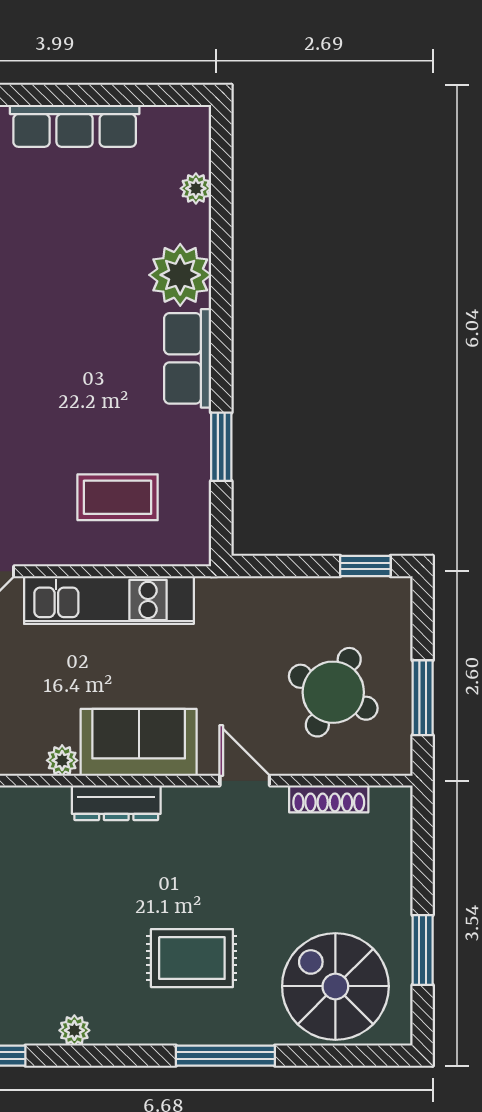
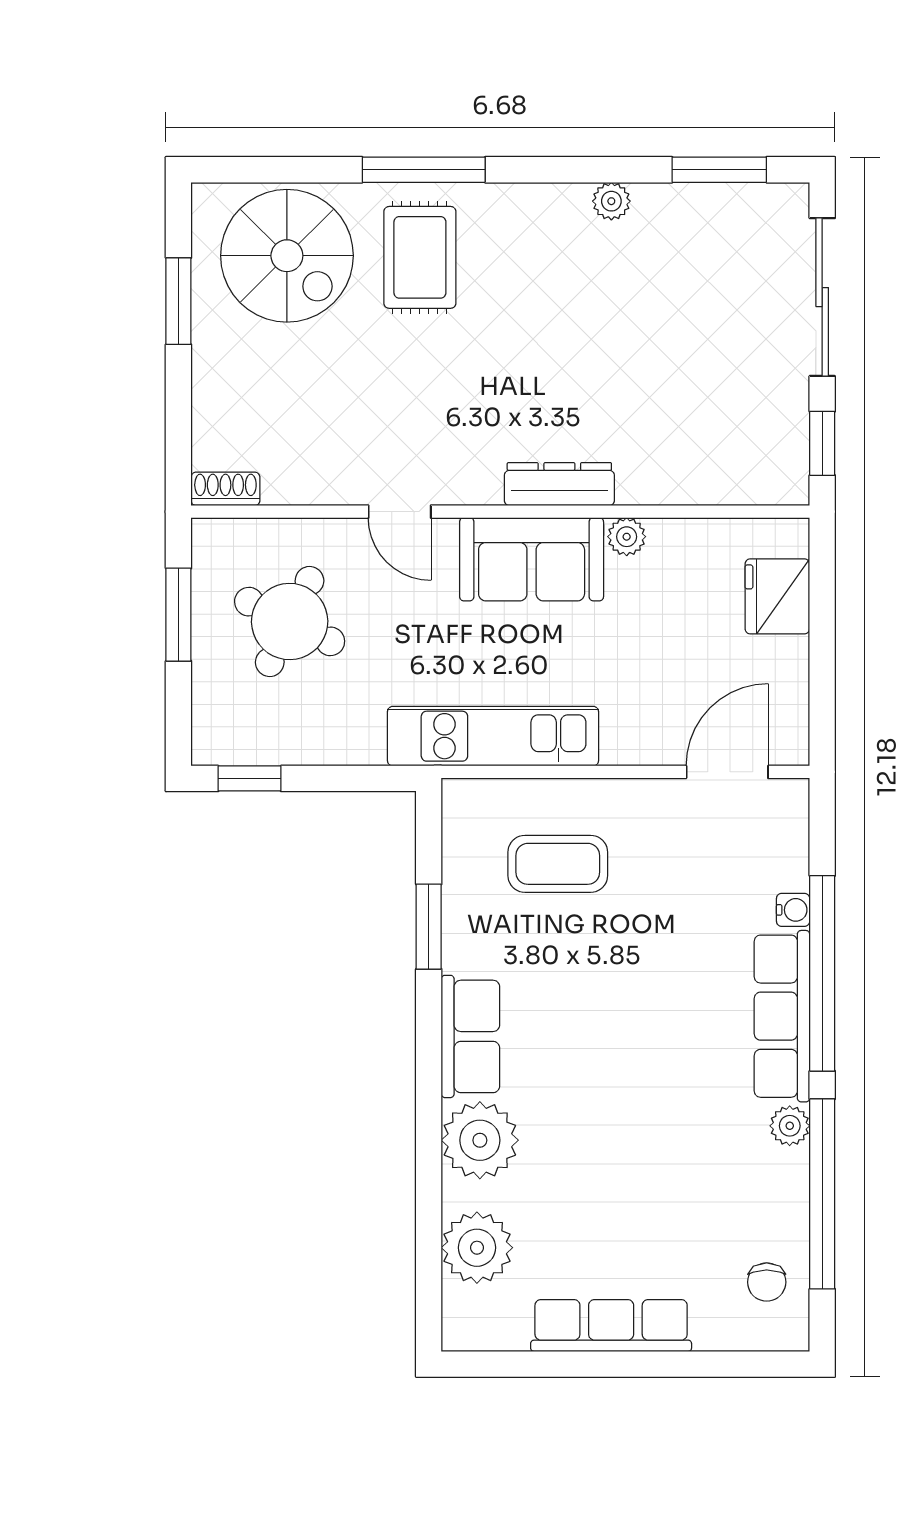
plant: (196, 188) -> (477, 1248), width x1.88, depth x1.88
kitchen unit: (109, 600) -> (493, 736), moved
shoe rack: (329, 799) -> (225, 489), moved, width x0.70
rug: (192, 958) -> (420, 257), moved, turned 90

